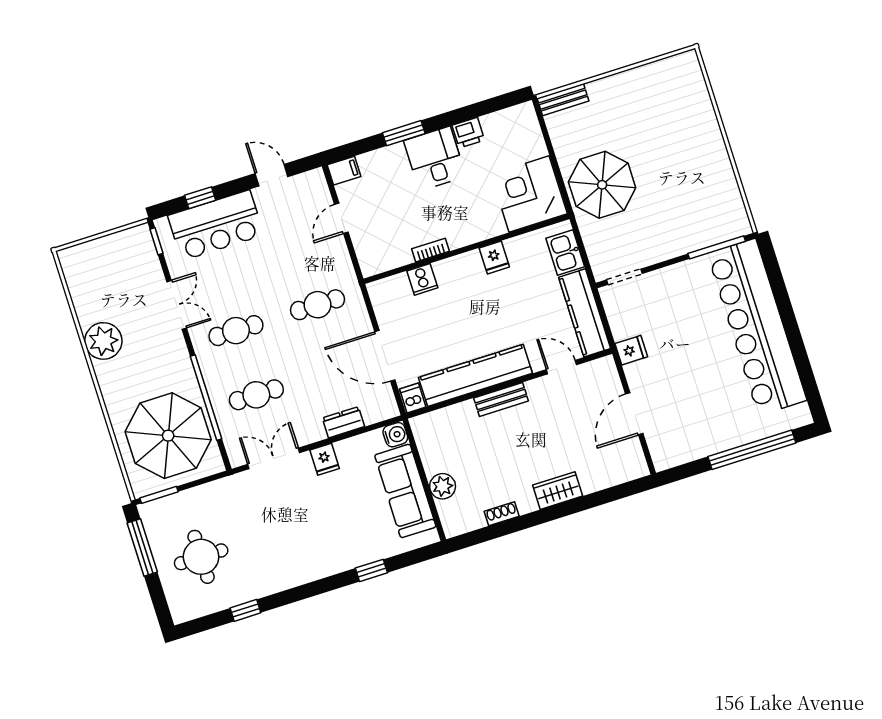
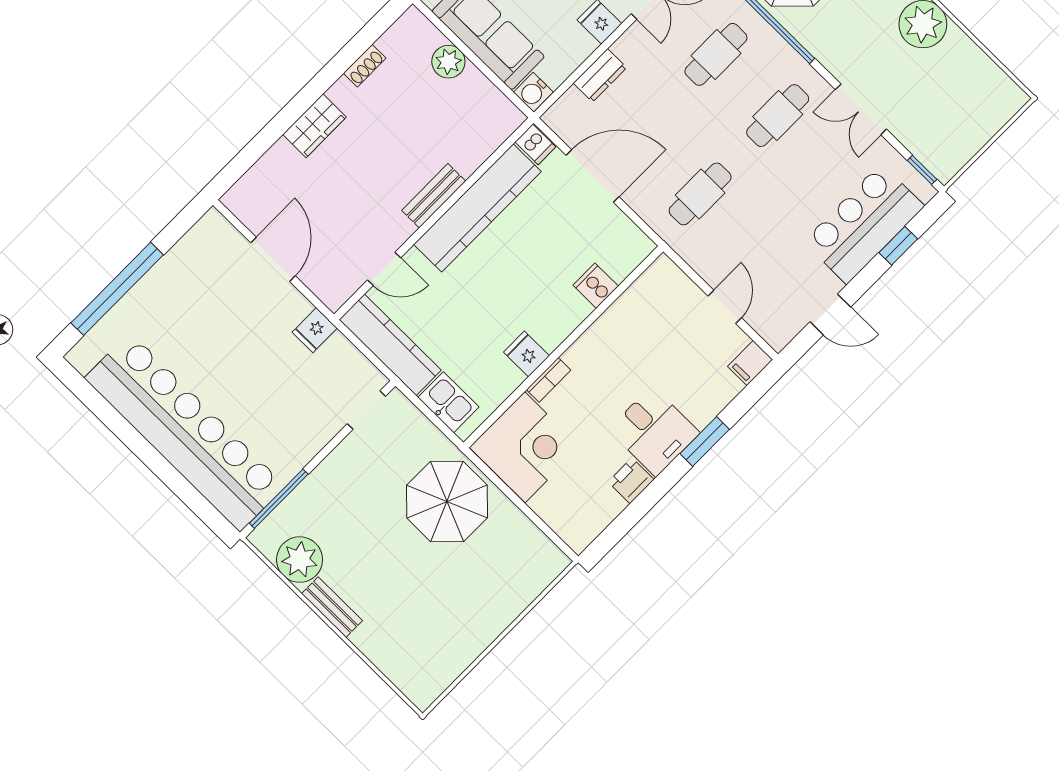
bench: (563, 100) -> (332, 607), moved, turned 90
plant: (724, 198) -> (300, 560), added
bookcase: (430, 250) -> (549, 380), moved

